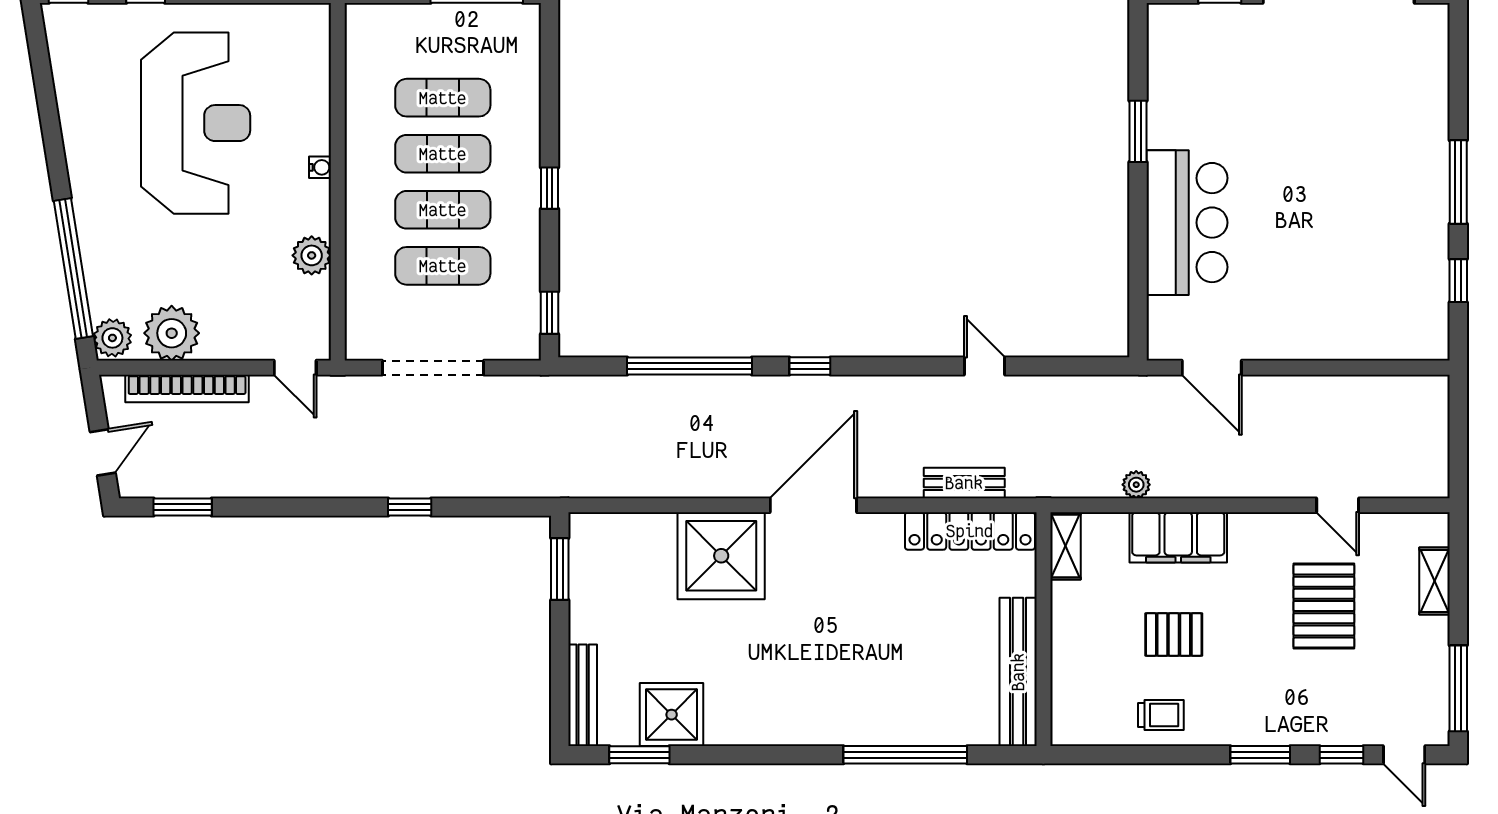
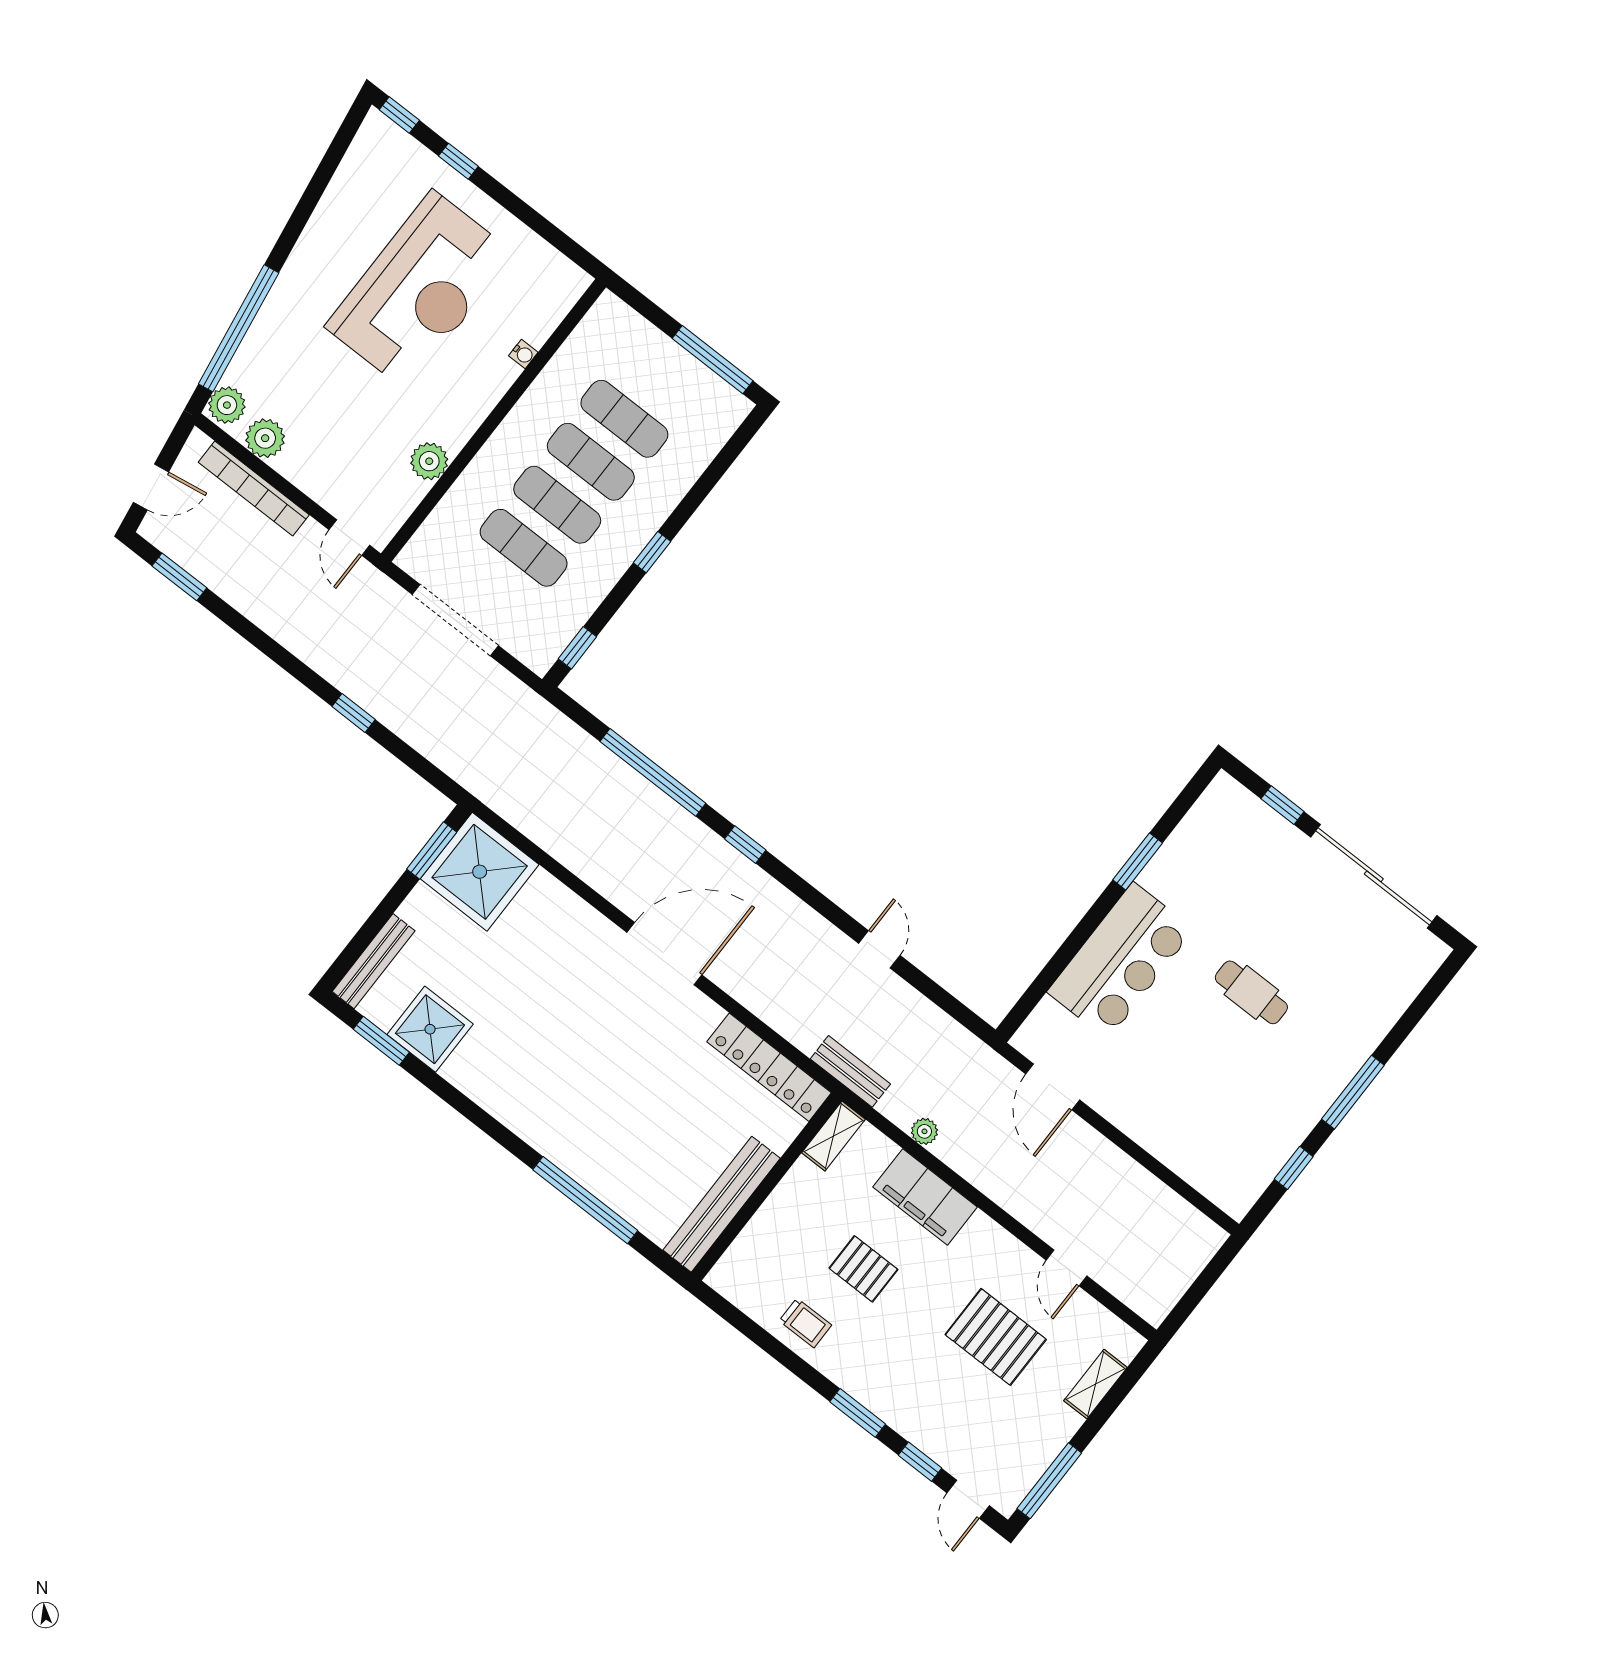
cafe table: (1313, 165) -> (1251, 992), added
water cooler: (320, 167) -> (523, 354), moved
plant: (172, 333) -> (265, 438), width x0.73, depth x0.73
bench: (964, 483) -> (850, 1071), moved
shower: (721, 556) -> (480, 872), moved
pallet: (1324, 606) -> (996, 1337), turned 90

